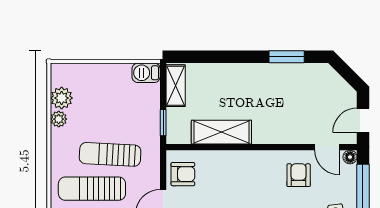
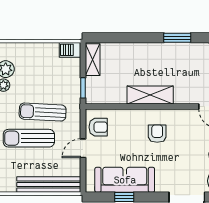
shelving: (221, 132) -> (150, 95), moved
armchair: (299, 175) -> (157, 134), moved

